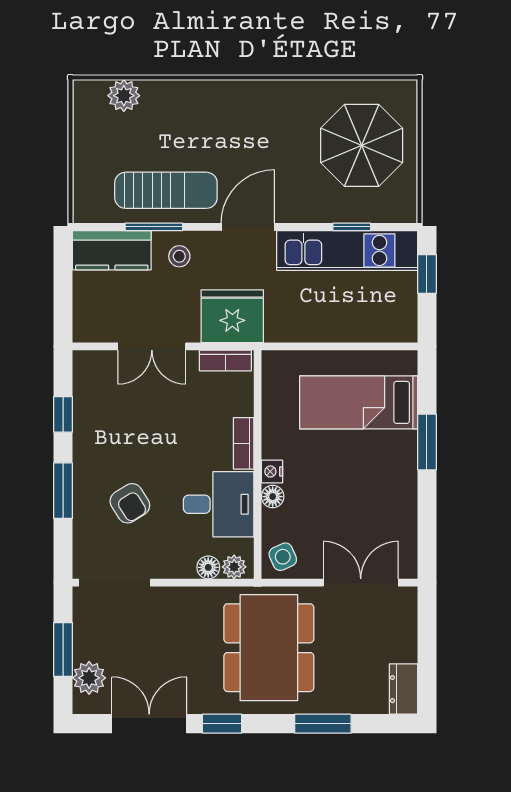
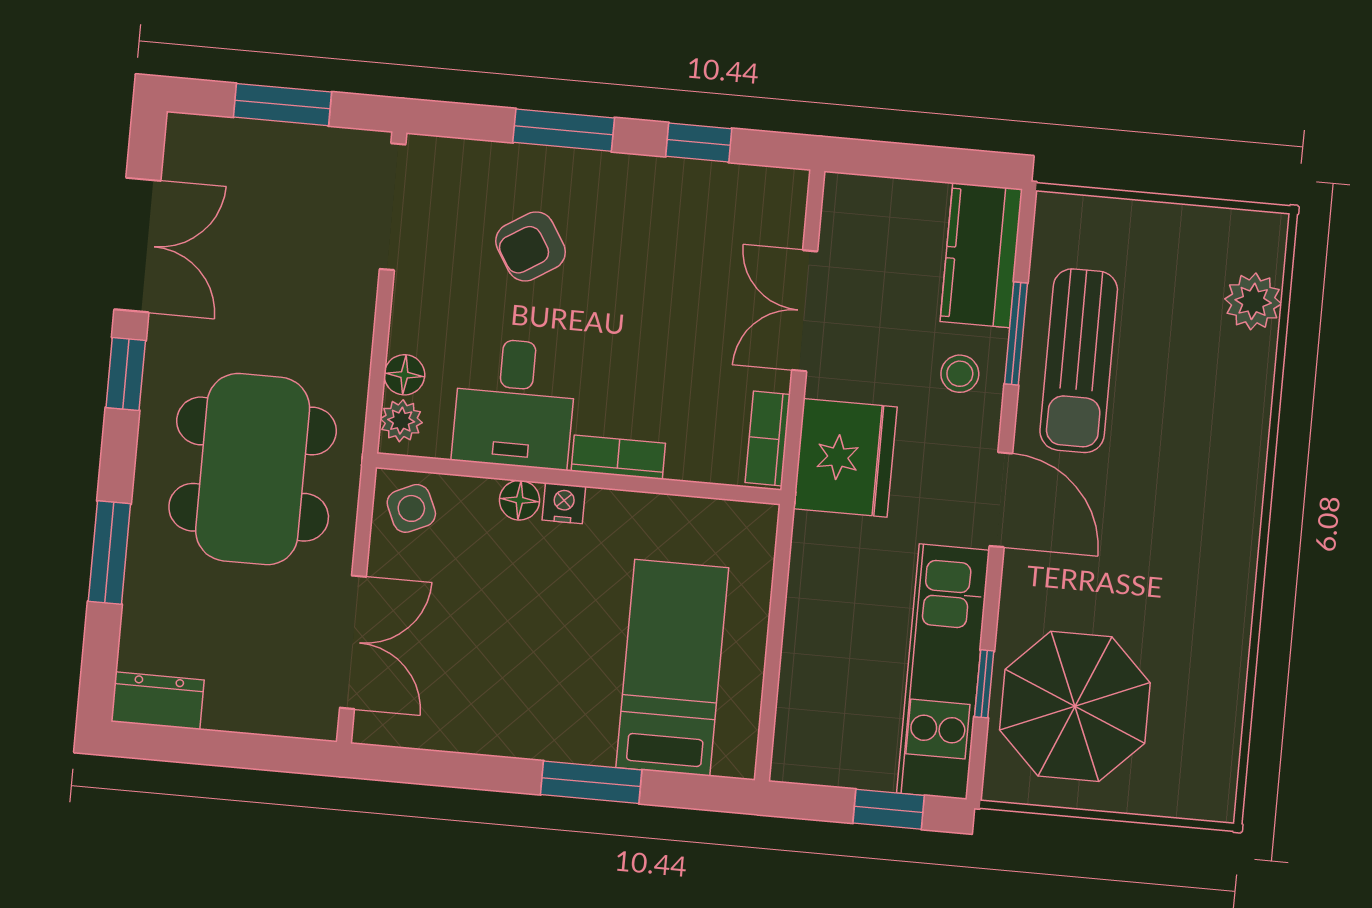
parasol: (362, 145) -> (1075, 706), moved
dining table: (269, 648) -> (253, 469), turned 90
plant: (89, 678) -> (228, 146), removed

